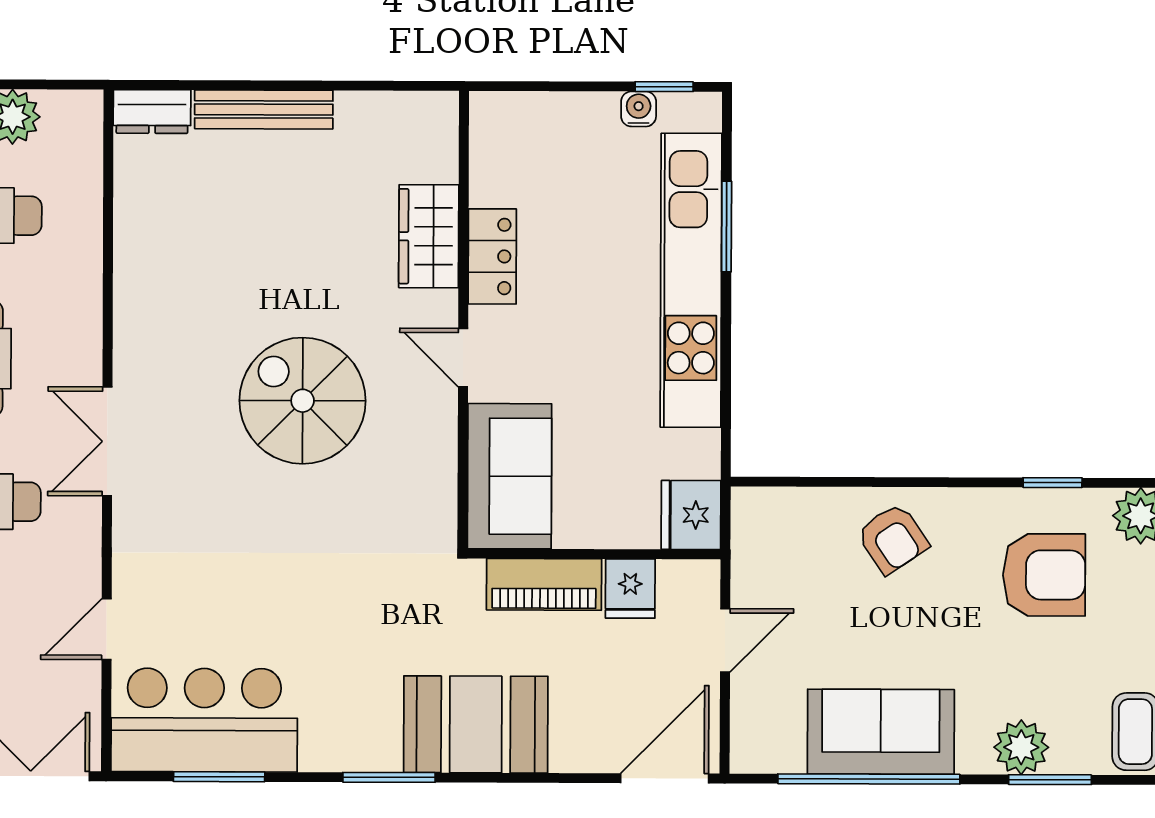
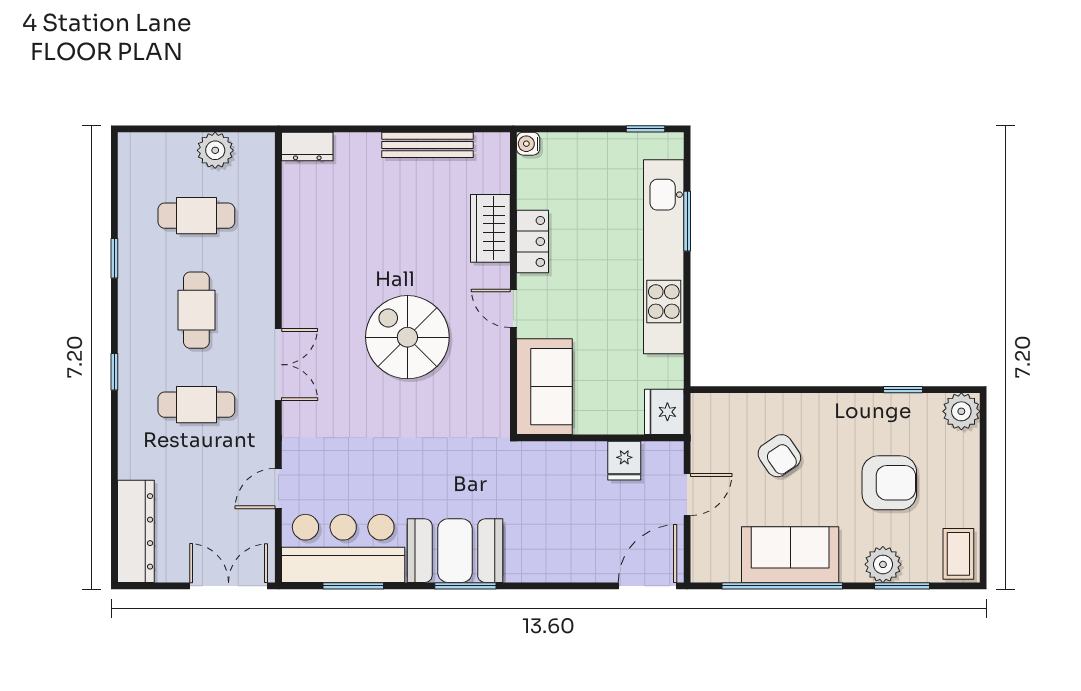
bench: (264, 109) -> (427, 145), moved
water cooler: (639, 109) -> (528, 144), moved, turned -90
double door: (107, 441) -> (278, 365), swing flipped
armchair: (893, 539) -> (779, 456), moved
armchair: (1044, 575) -> (889, 483), moved
piano: (544, 584) -> (567, 458), removed
booth: (476, 724) -> (455, 551), moved

